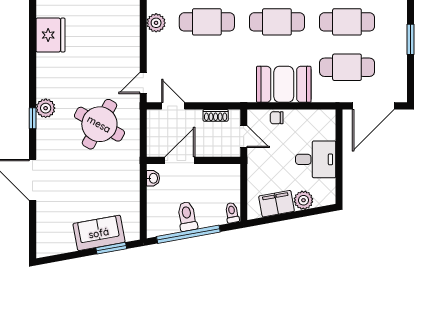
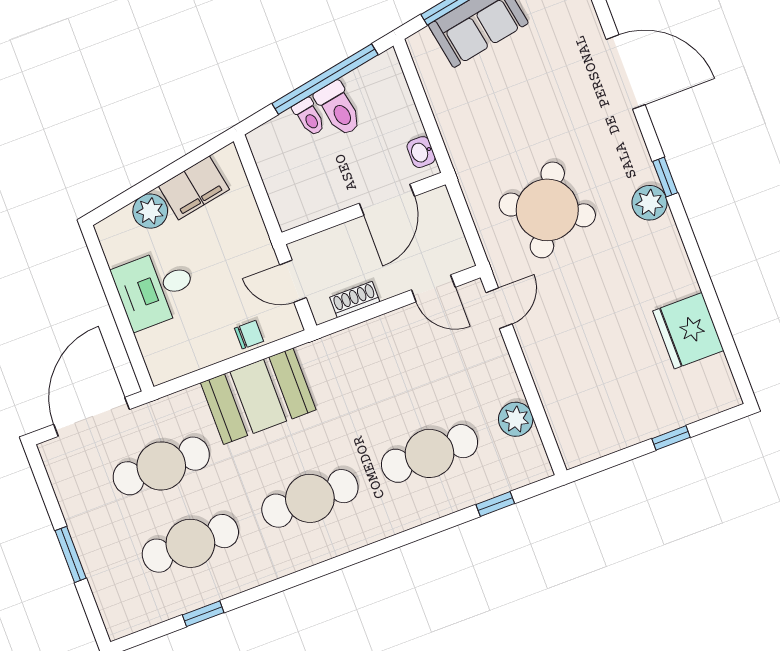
toilet: (232, 213) -> (309, 117), moved

